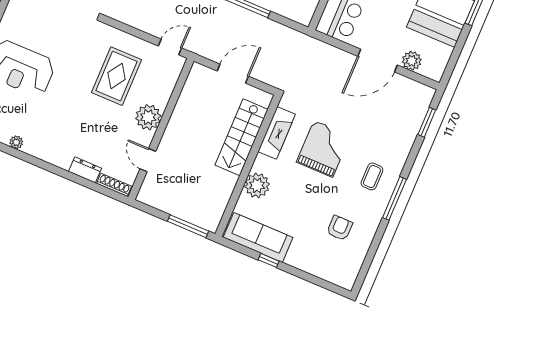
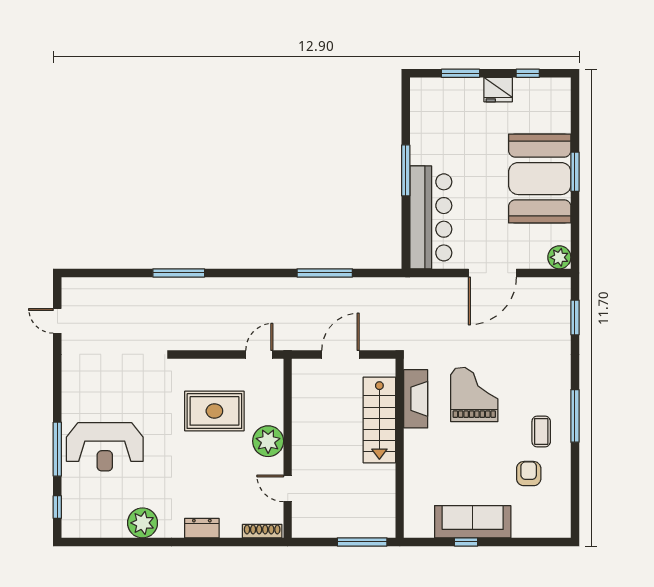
plant: (412, 61) -> (559, 257), moved
rug: (117, 76) -> (214, 411), turned 90
plant: (16, 142) -> (143, 523), width x1.88, depth x1.88
dresser: (85, 170) -> (202, 528), moved
coffee table: (372, 176) -> (541, 432), moved
plant: (257, 185) -> (419, 465), removed
sofa: (258, 237) -> (473, 522), moved

